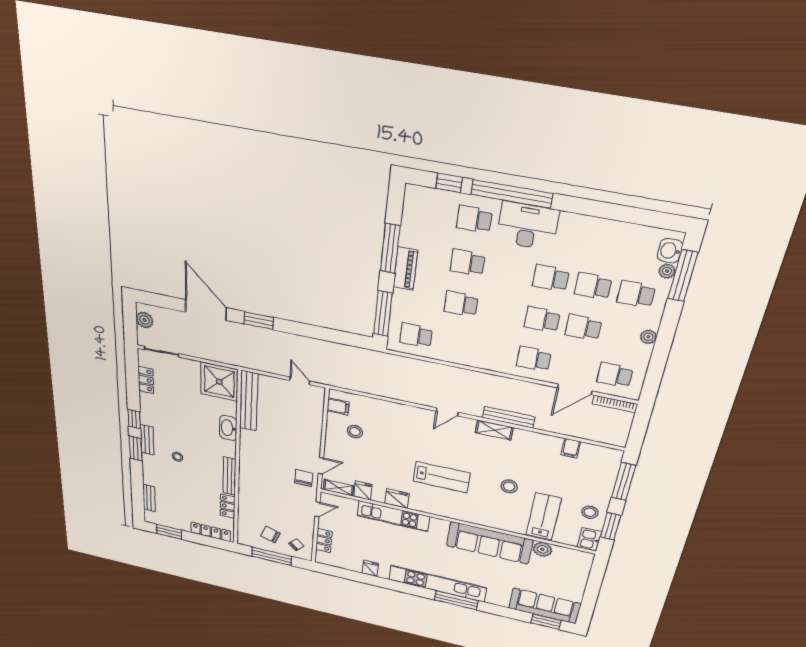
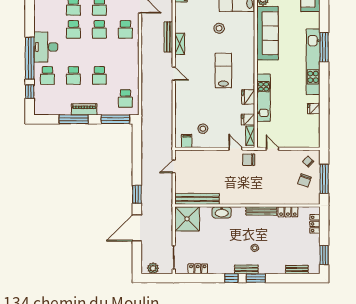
locker: (211, 532) -> (315, 224), width x0.66
locker: (324, 540) -> (298, 143), removed

